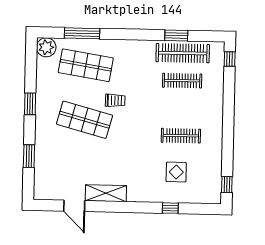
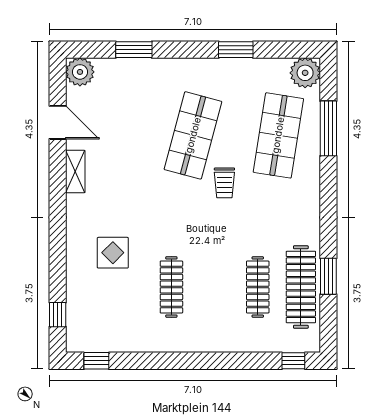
window: (30, 104) -> (236, 50), moved
display table: (176, 172) -> (113, 253), moved
plant: (42, 191) -> (80, 72), added
shelving: (106, 193) -> (75, 172), width x0.67, depth x0.75
door: (74, 206) -> (58, 122), swing flipped
window: (170, 208) -> (58, 315), moved

